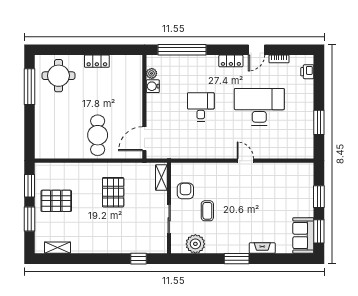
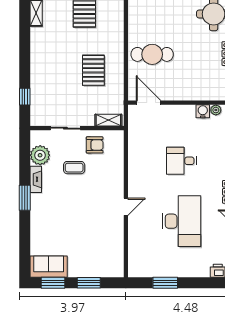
desk: (201, 107) -> (181, 161), turned 180
pallet: (113, 192) -> (93, 70), turned 90
fireplace: (262, 248) -> (36, 179), moved

